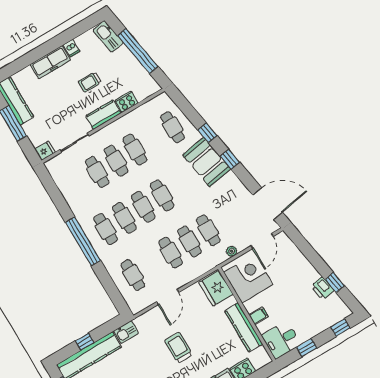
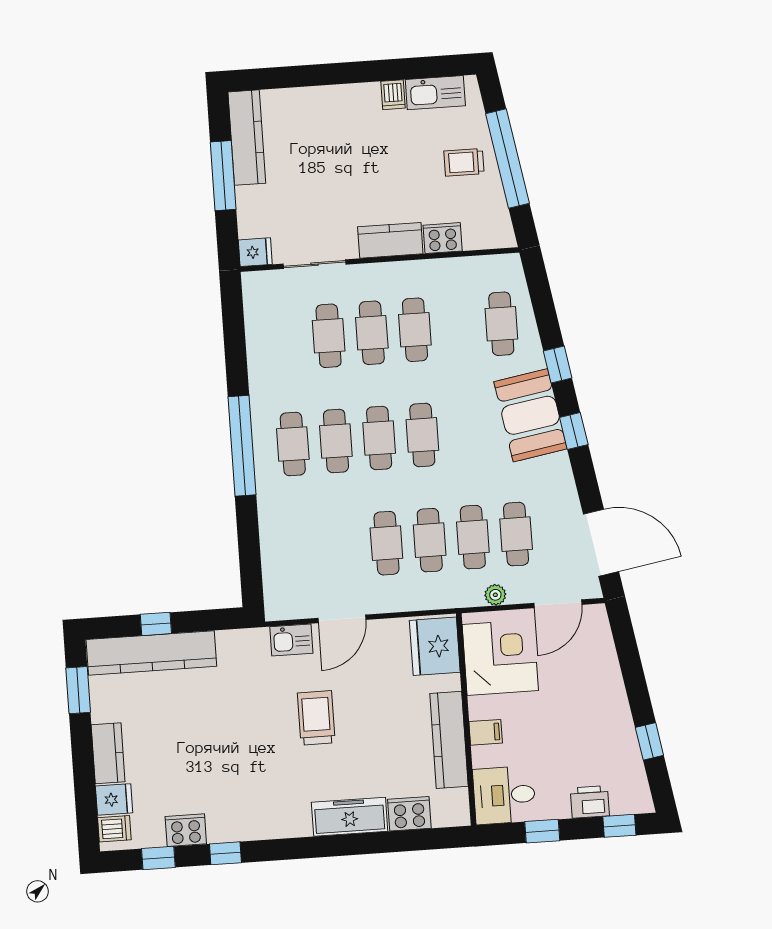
kitchen sink: (108, 36) -> (435, 93), moved, turned -80
freezer: (50, 62) -> (343, 101), removed
trolley: (90, 82) -> (464, 162), moved
cafe table: (133, 275) -> (516, 534), moved
printer: (323, 288) -> (590, 802), moved, turned 100
kitchen sink: (126, 332) -> (291, 640), moved

